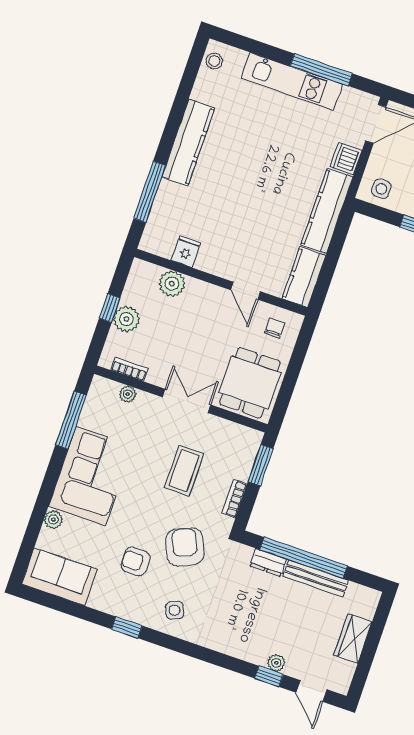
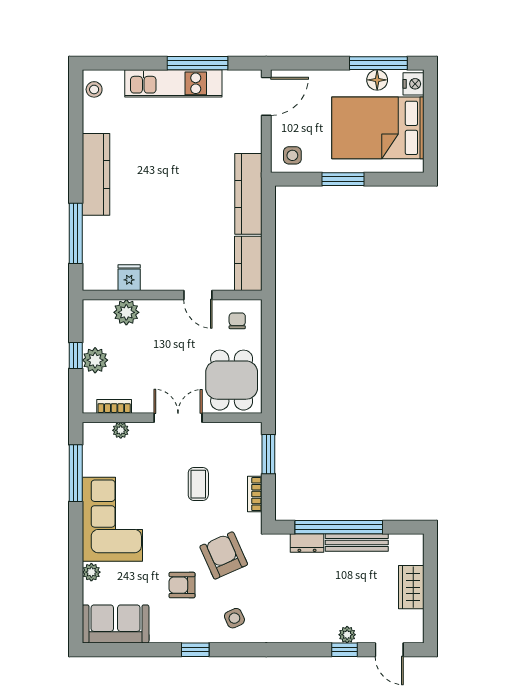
dishwasher: (346, 159) -> (250, 139), removed
coffee table: (184, 471) -> (198, 484), width x0.73, depth x0.77

